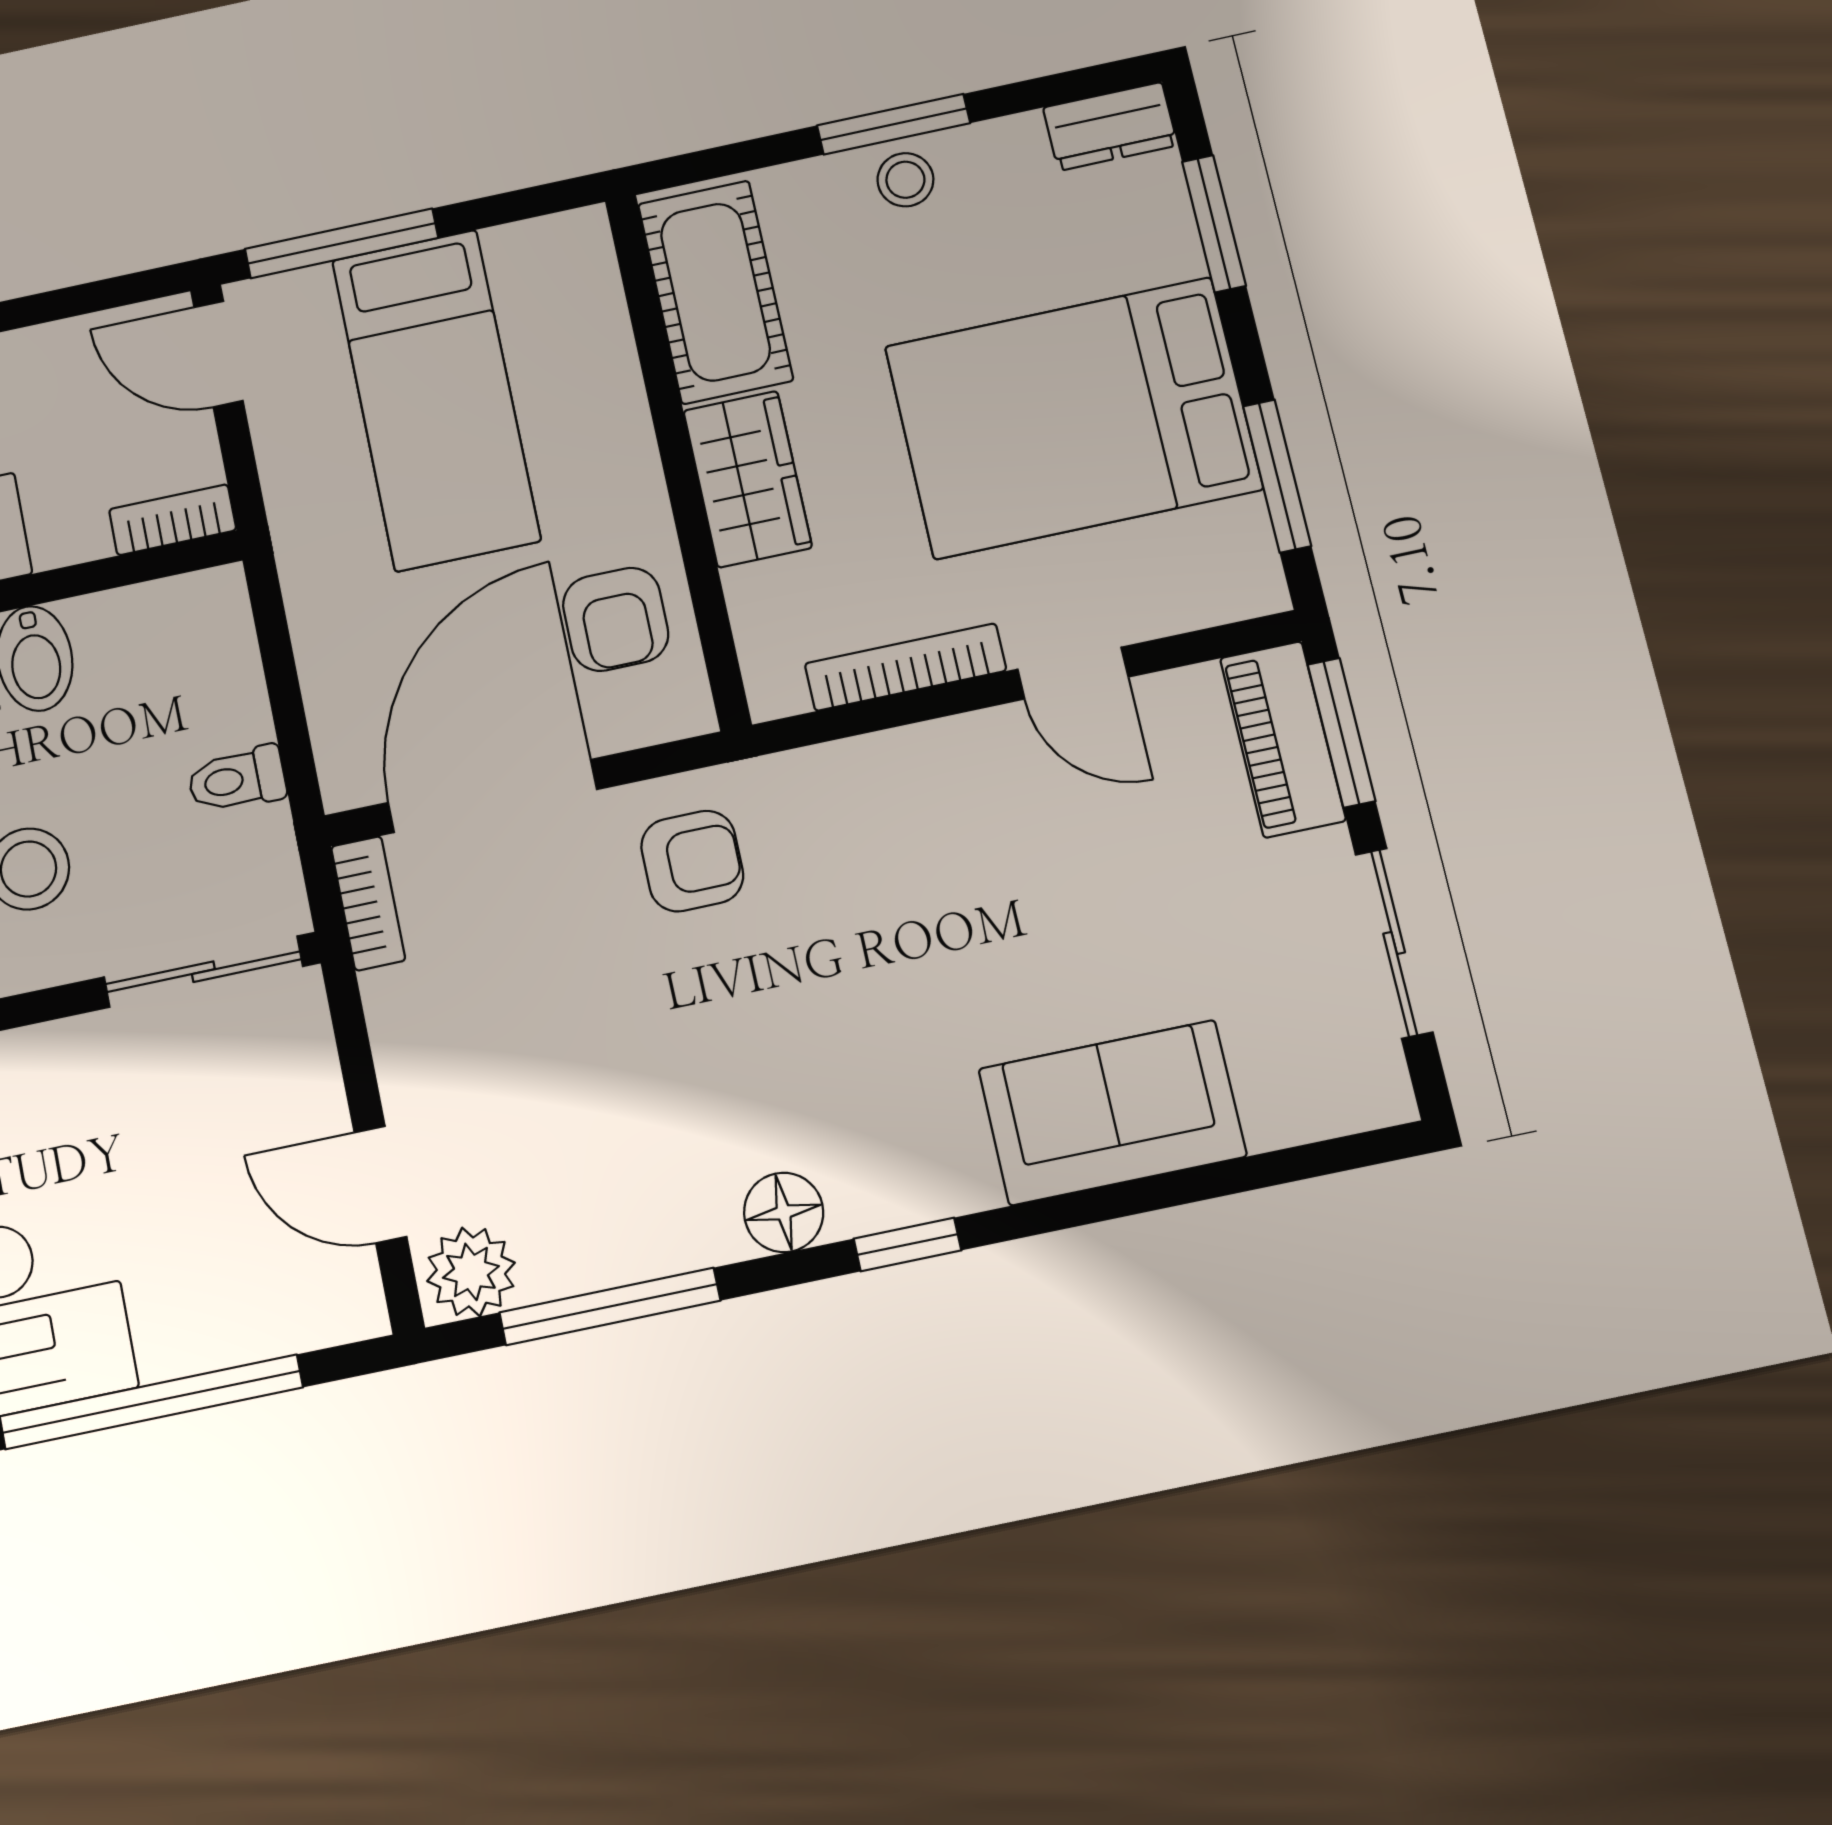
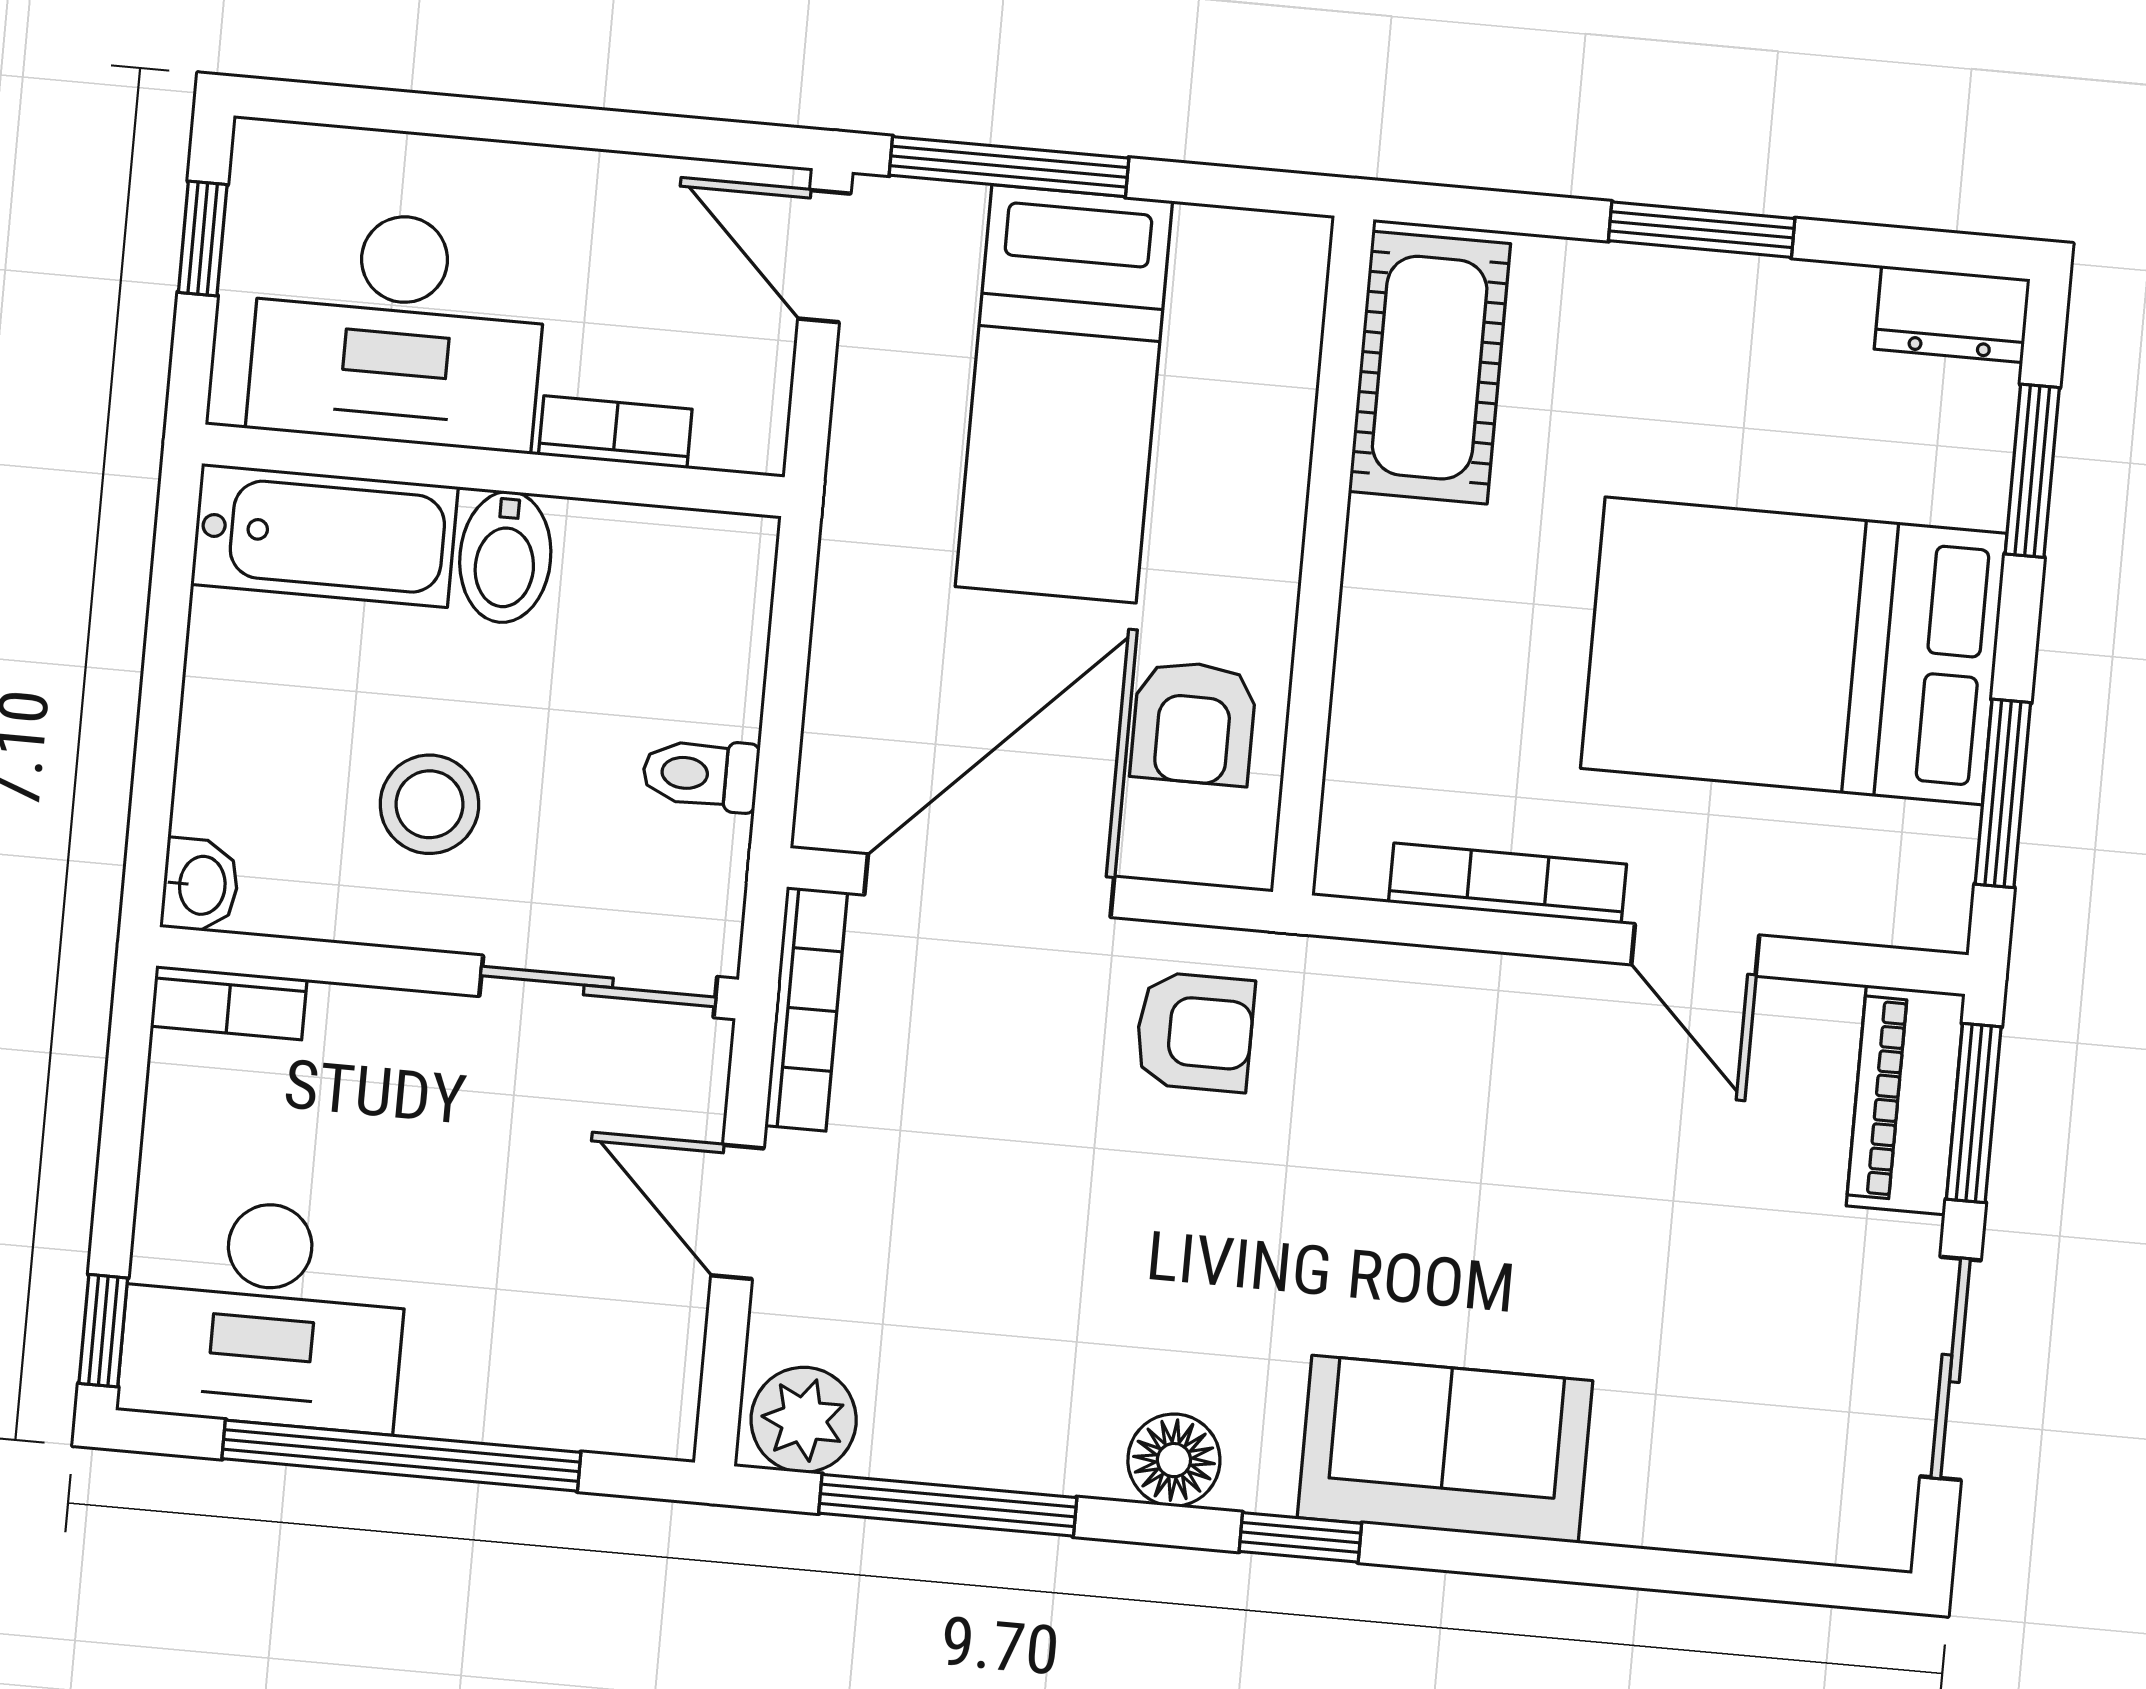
stool: (905, 180) -> (1694, 302), removed
wardrobe: (748, 479) -> (1397, 605), removed
bookcase: (173, 520) -> (615, 432), moved
bookcase: (368, 903) -> (806, 1009), width x1.56
sofa: (1112, 1113) -> (1445, 1449), moved
door: (380, 1184) -> (737, 1212), moved

